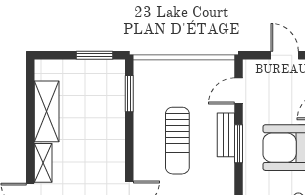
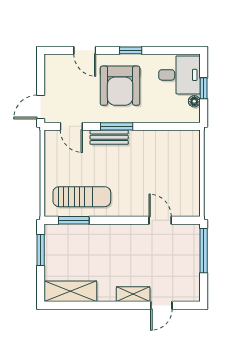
door: (285, 55) -> (41, 107), moved
shelving: (47, 111) -> (70, 291), moved
sun lounger: (177, 141) -> (82, 197), moved

